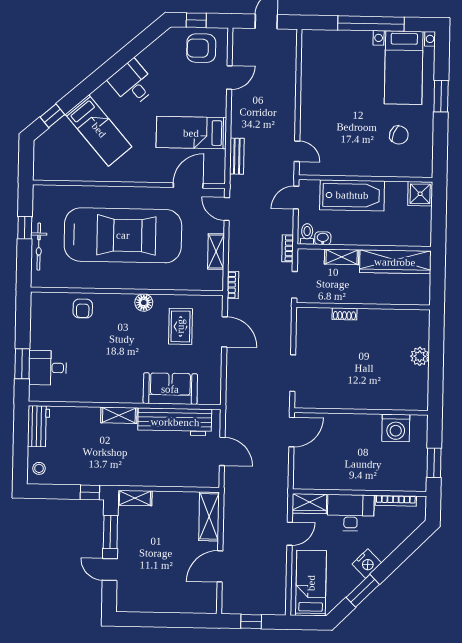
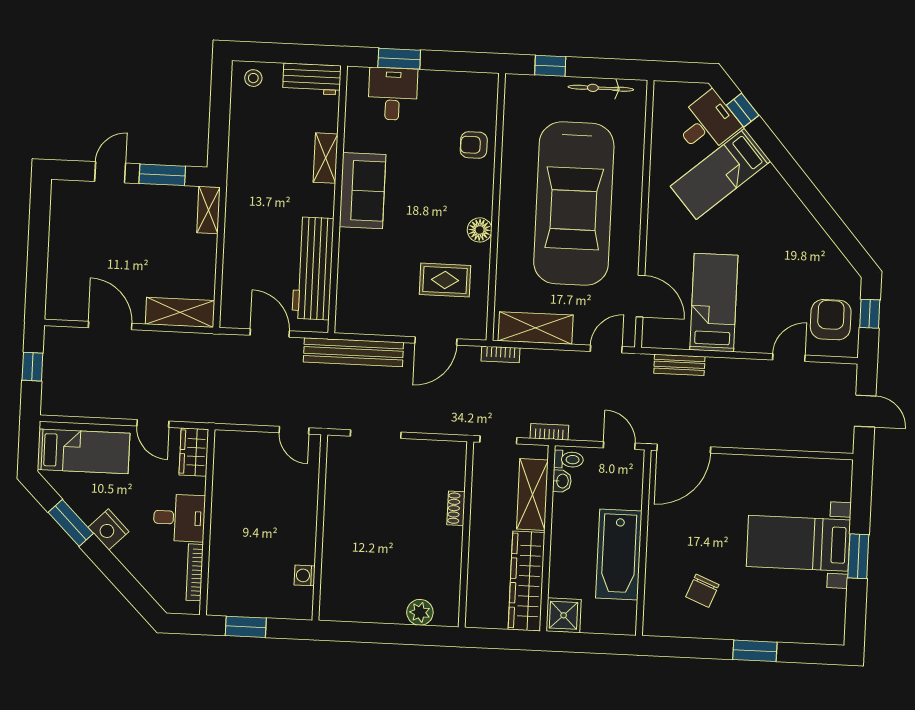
window: (371, 24) -> (858, 556), width x0.47
bed with nightstands: (404, 68) -> (798, 543), moved
door: (229, 77) -> (789, 358), swing flipped
desk: (132, 83) -> (707, 124), moved
door: (297, 151) -> (684, 449), width x1.87
shower: (420, 194) -> (564, 615), moved
bathtub: (352, 195) -> (619, 555), moved
window: (25, 228) -> (550, 66), moved
bicycle: (39, 247) -> (601, 88), moved
shelving: (216, 251) -> (536, 328), width x1.50, depth x1.33
shelving: (342, 257) -> (532, 495), width x1.50, depth x1.33
plant: (420, 356) -> (420, 612), moved
sofa: (170, 389) -> (363, 191), moved
bench: (234, 391) -> (353, 352), added
shelving: (119, 415) -> (326, 158), moved
washing machine: (396, 428) -> (305, 575), width x0.53, depth x0.53
door: (292, 432) -> (294, 430), width x0.73
door: (222, 451) -> (270, 333), swing flipped
window: (90, 492) -> (218, 148), removed
desk: (351, 513) -> (179, 518), width x0.73

